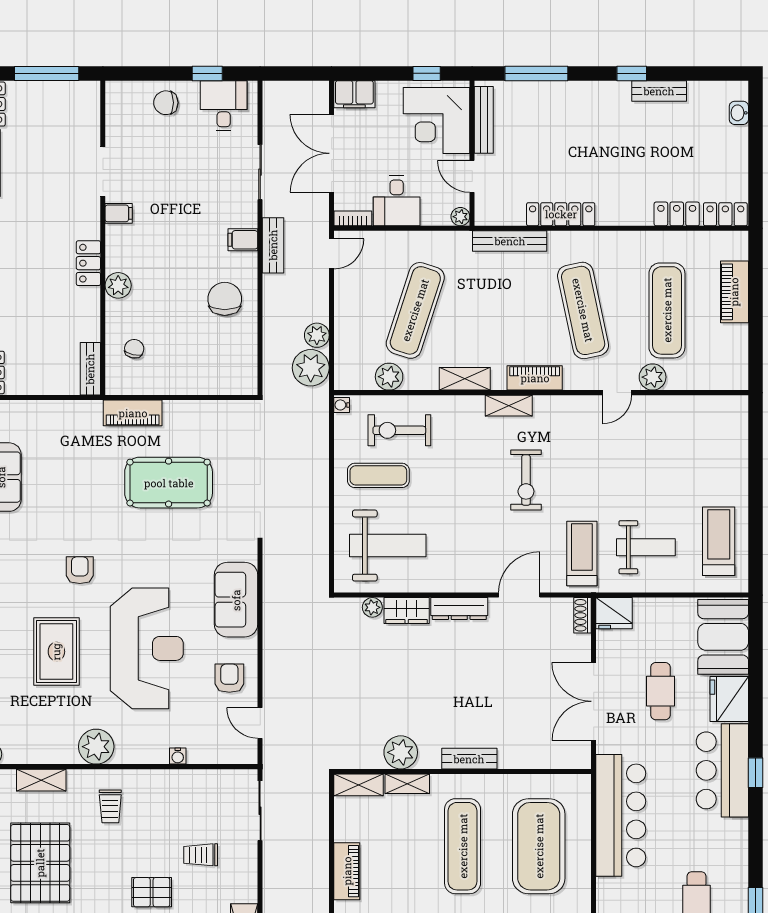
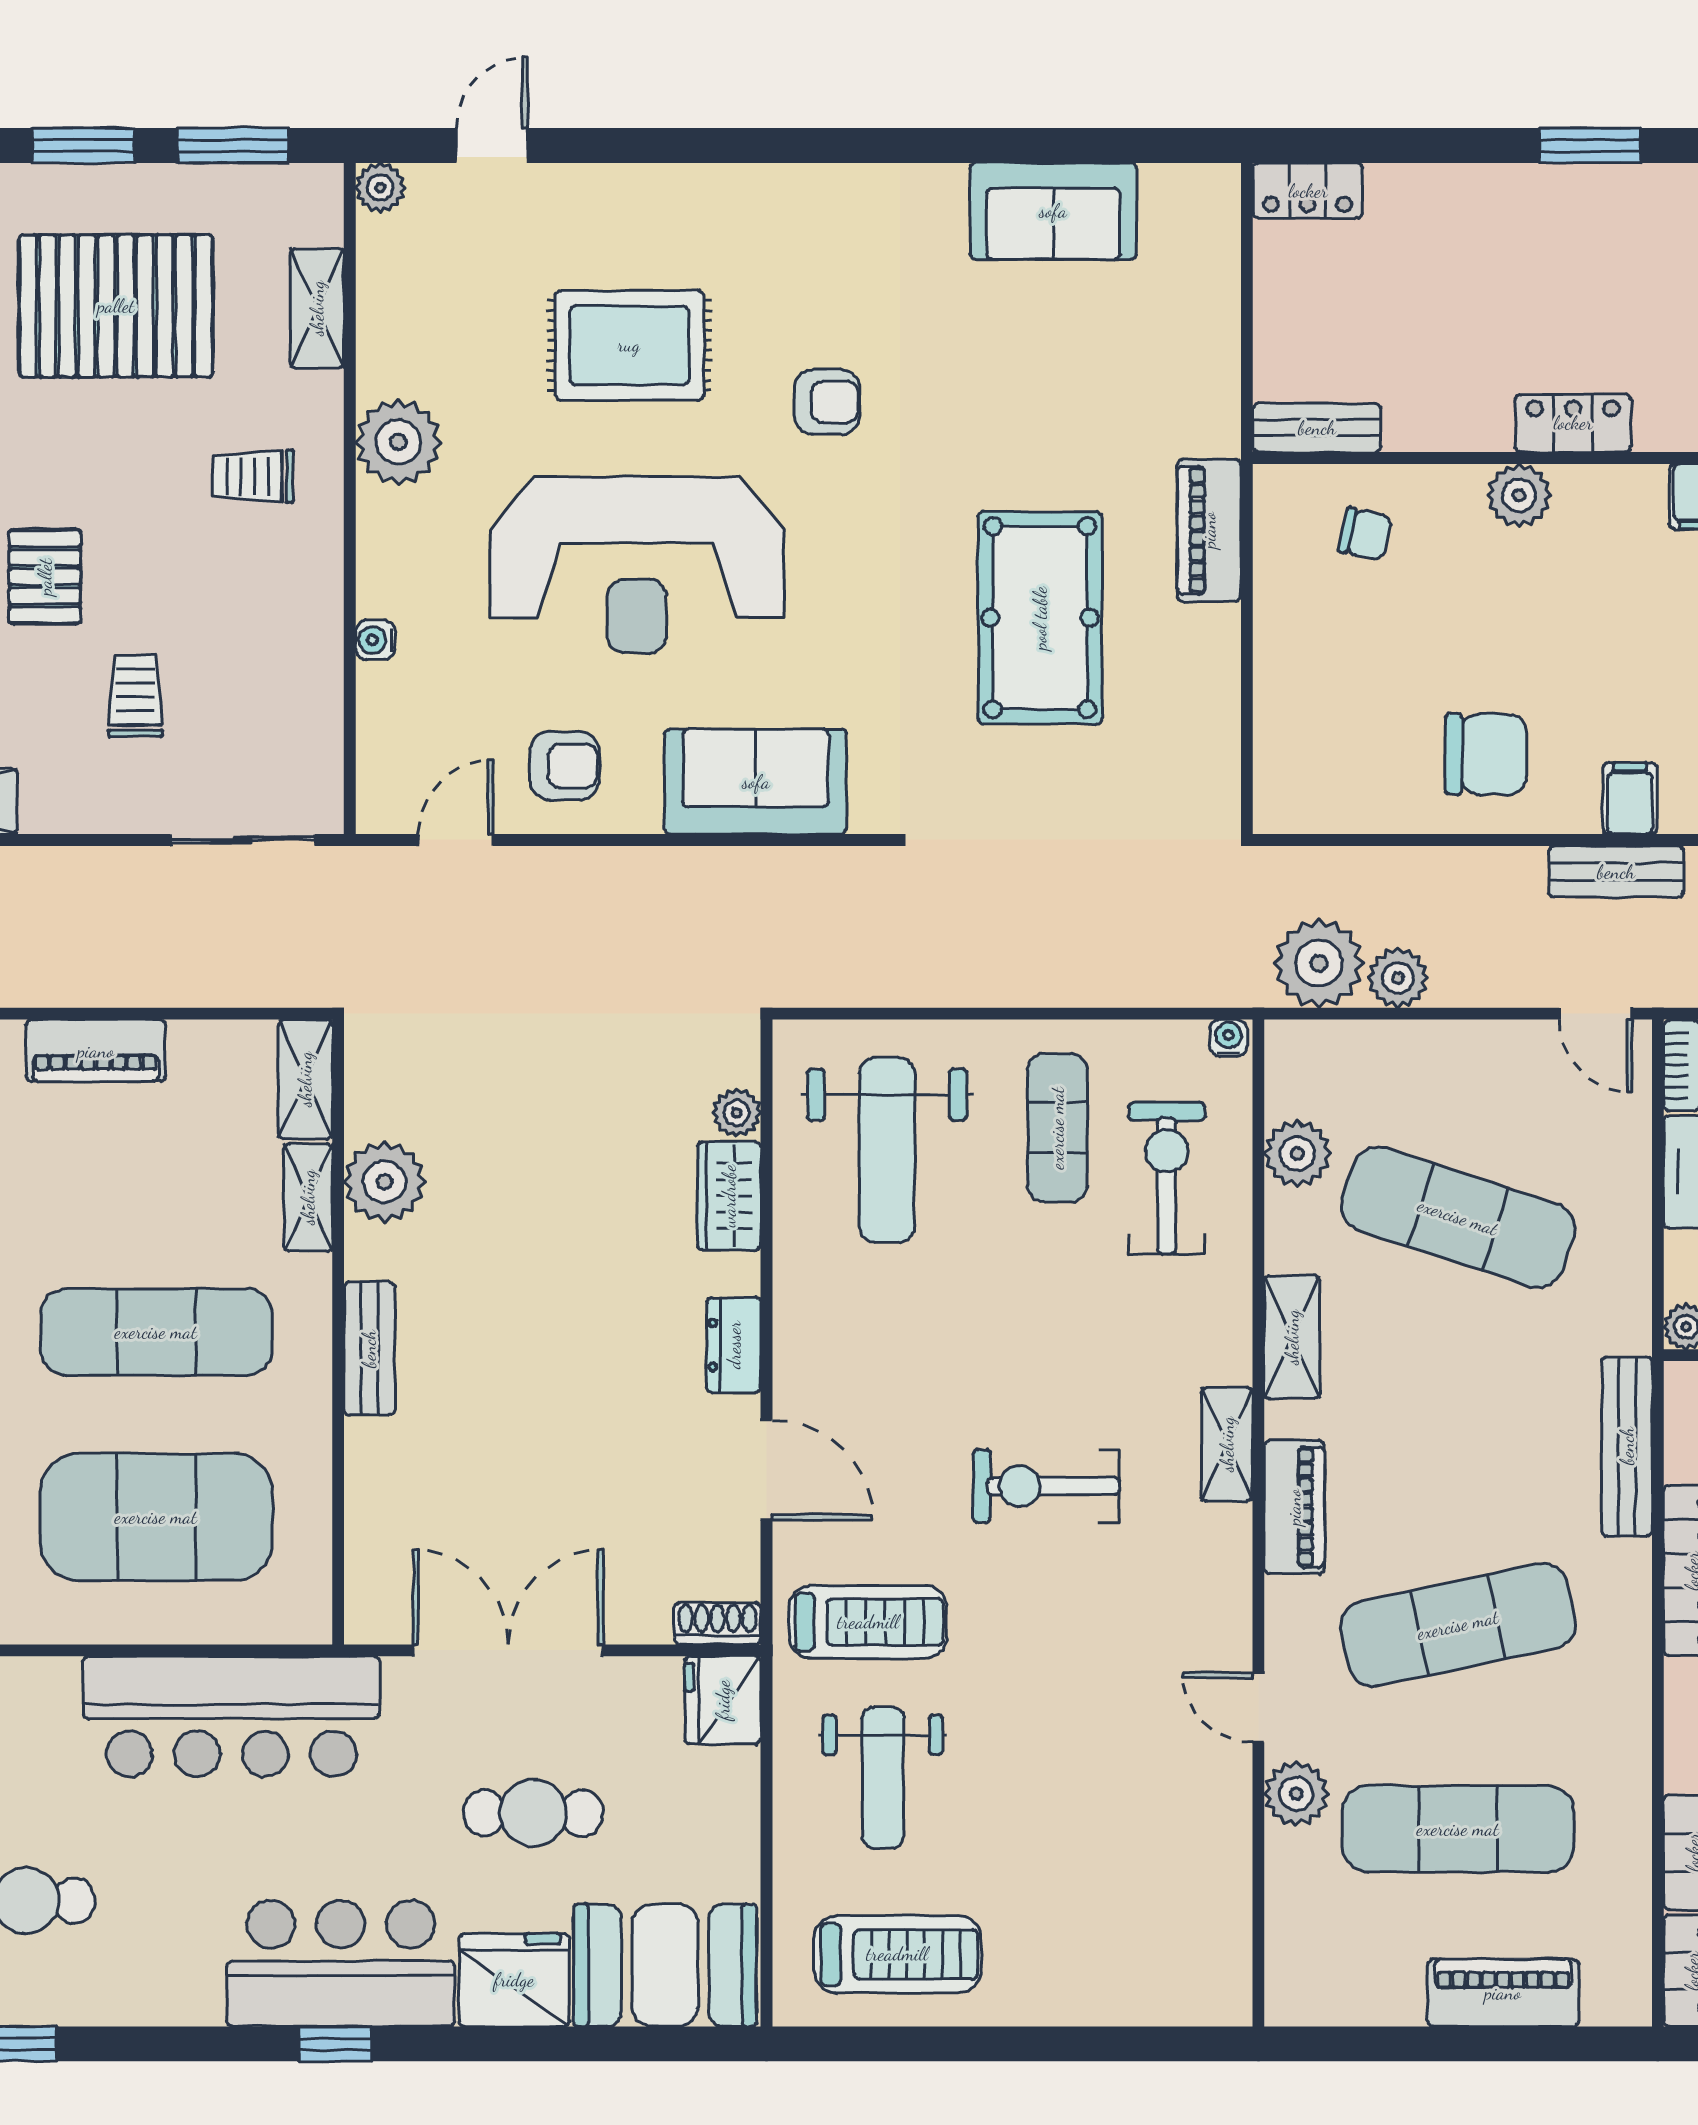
dresser: (459, 609) -> (734, 1345), width x0.70

